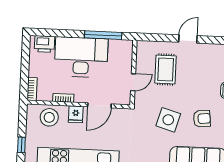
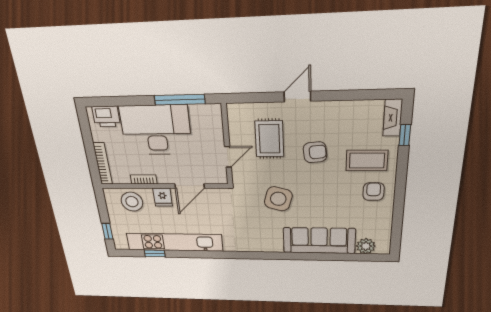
bookcase: (32, 89) -> (103, 164), width x1.56
armchair: (202, 119) -> (315, 152), moved

